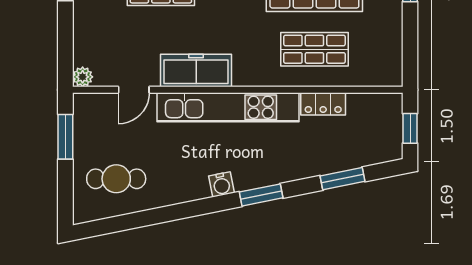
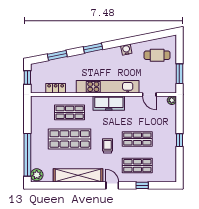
freezer: (196, 70) -> (109, 103), moved
door: (134, 90) -> (149, 95), swing flipped
locker: (323, 104) -> (56, 88), moved
water cooler: (221, 184) -> (126, 50), moved

